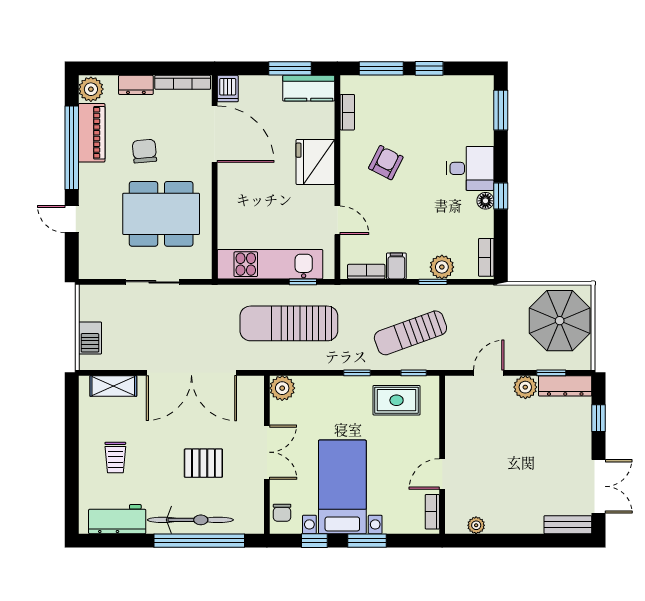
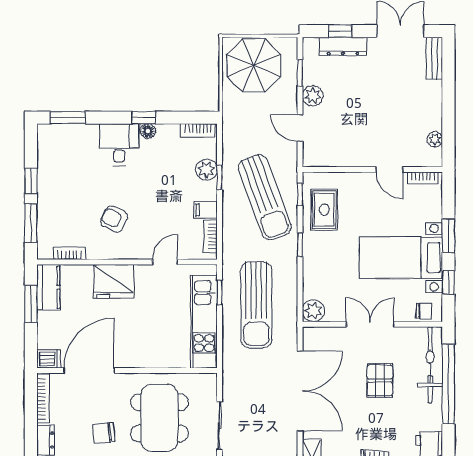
sun lounger: (410, 333) -> (265, 197), width x1.36, depth x1.34
dresser: (565, 386) -> (343, 46), moved, turned 90
bicycle: (190, 520) -> (430, 365), moved

